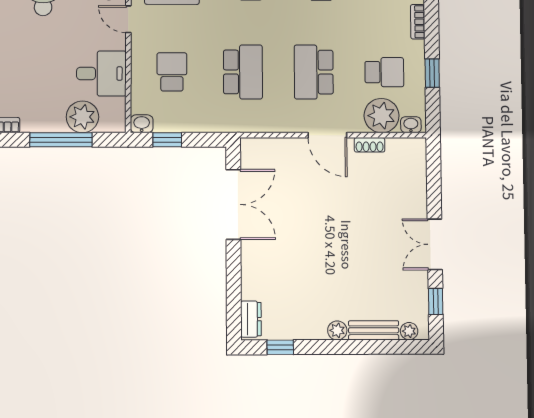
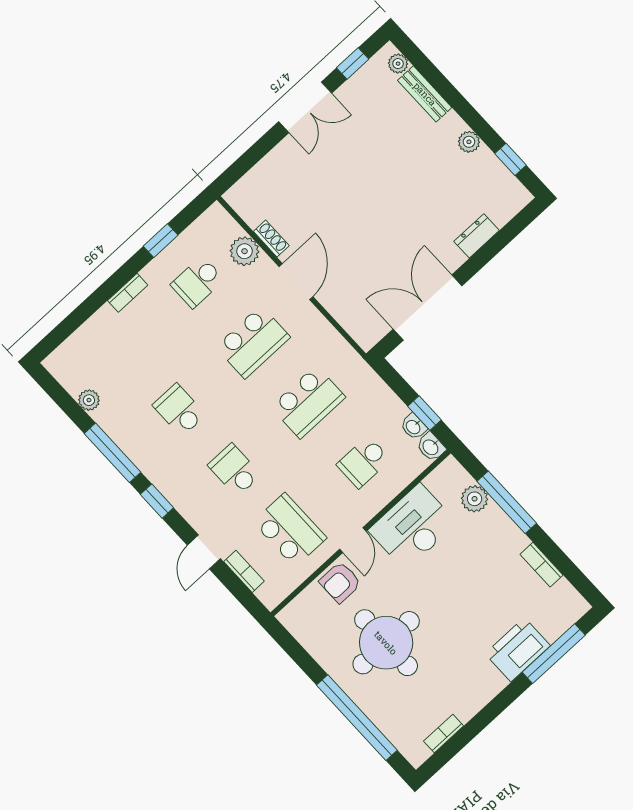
school desk: (243, 72) -> (308, 402), turned 180
school desk: (384, 72) -> (197, 282), turned -90
desk: (101, 73) -> (413, 527), width x1.37
plant: (382, 116) -> (244, 251), width x0.73, depth x0.73
plant: (82, 117) -> (475, 499), width x0.73, depth x0.73
washbasin: (411, 125) -> (414, 427), moved
dresser: (251, 319) -> (477, 236), moved
plant: (337, 330) -> (469, 142), moved

